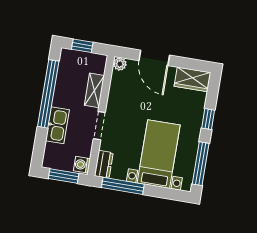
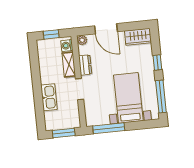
window: (48, 94) -> (36, 76), removed
dresser: (104, 164) -> (85, 65), moved
washing machine: (82, 165) -> (67, 46), moved

